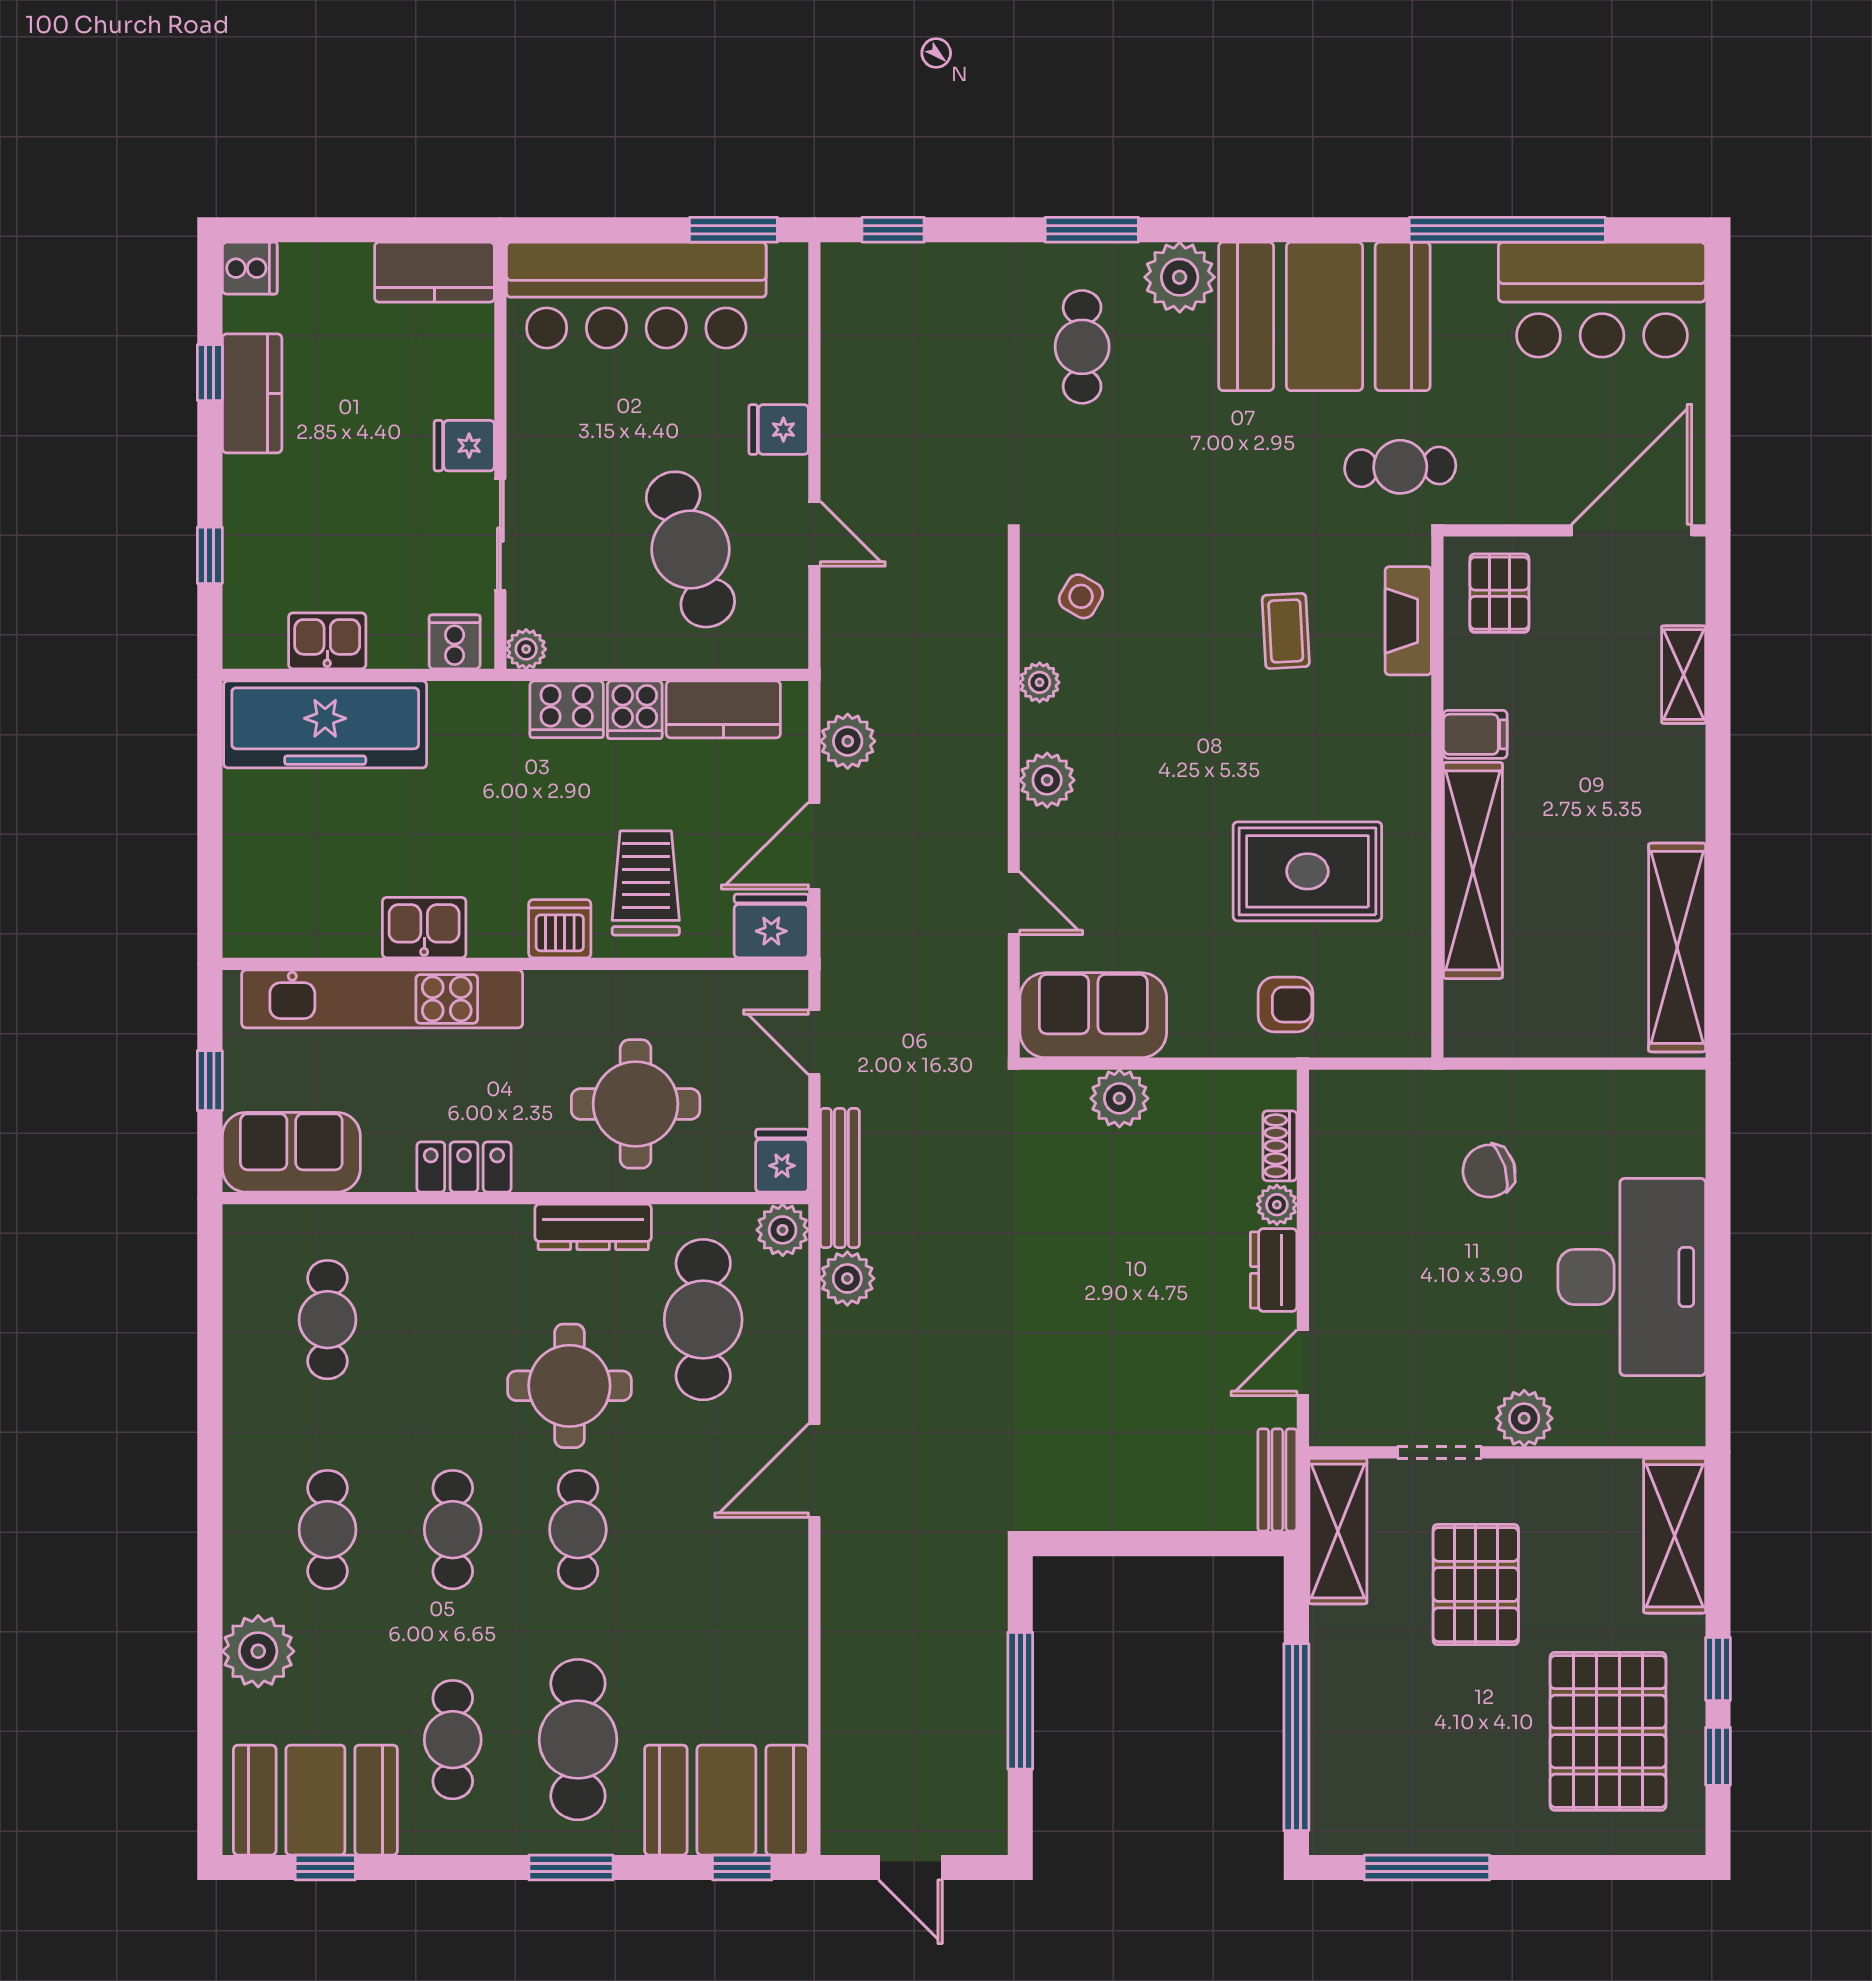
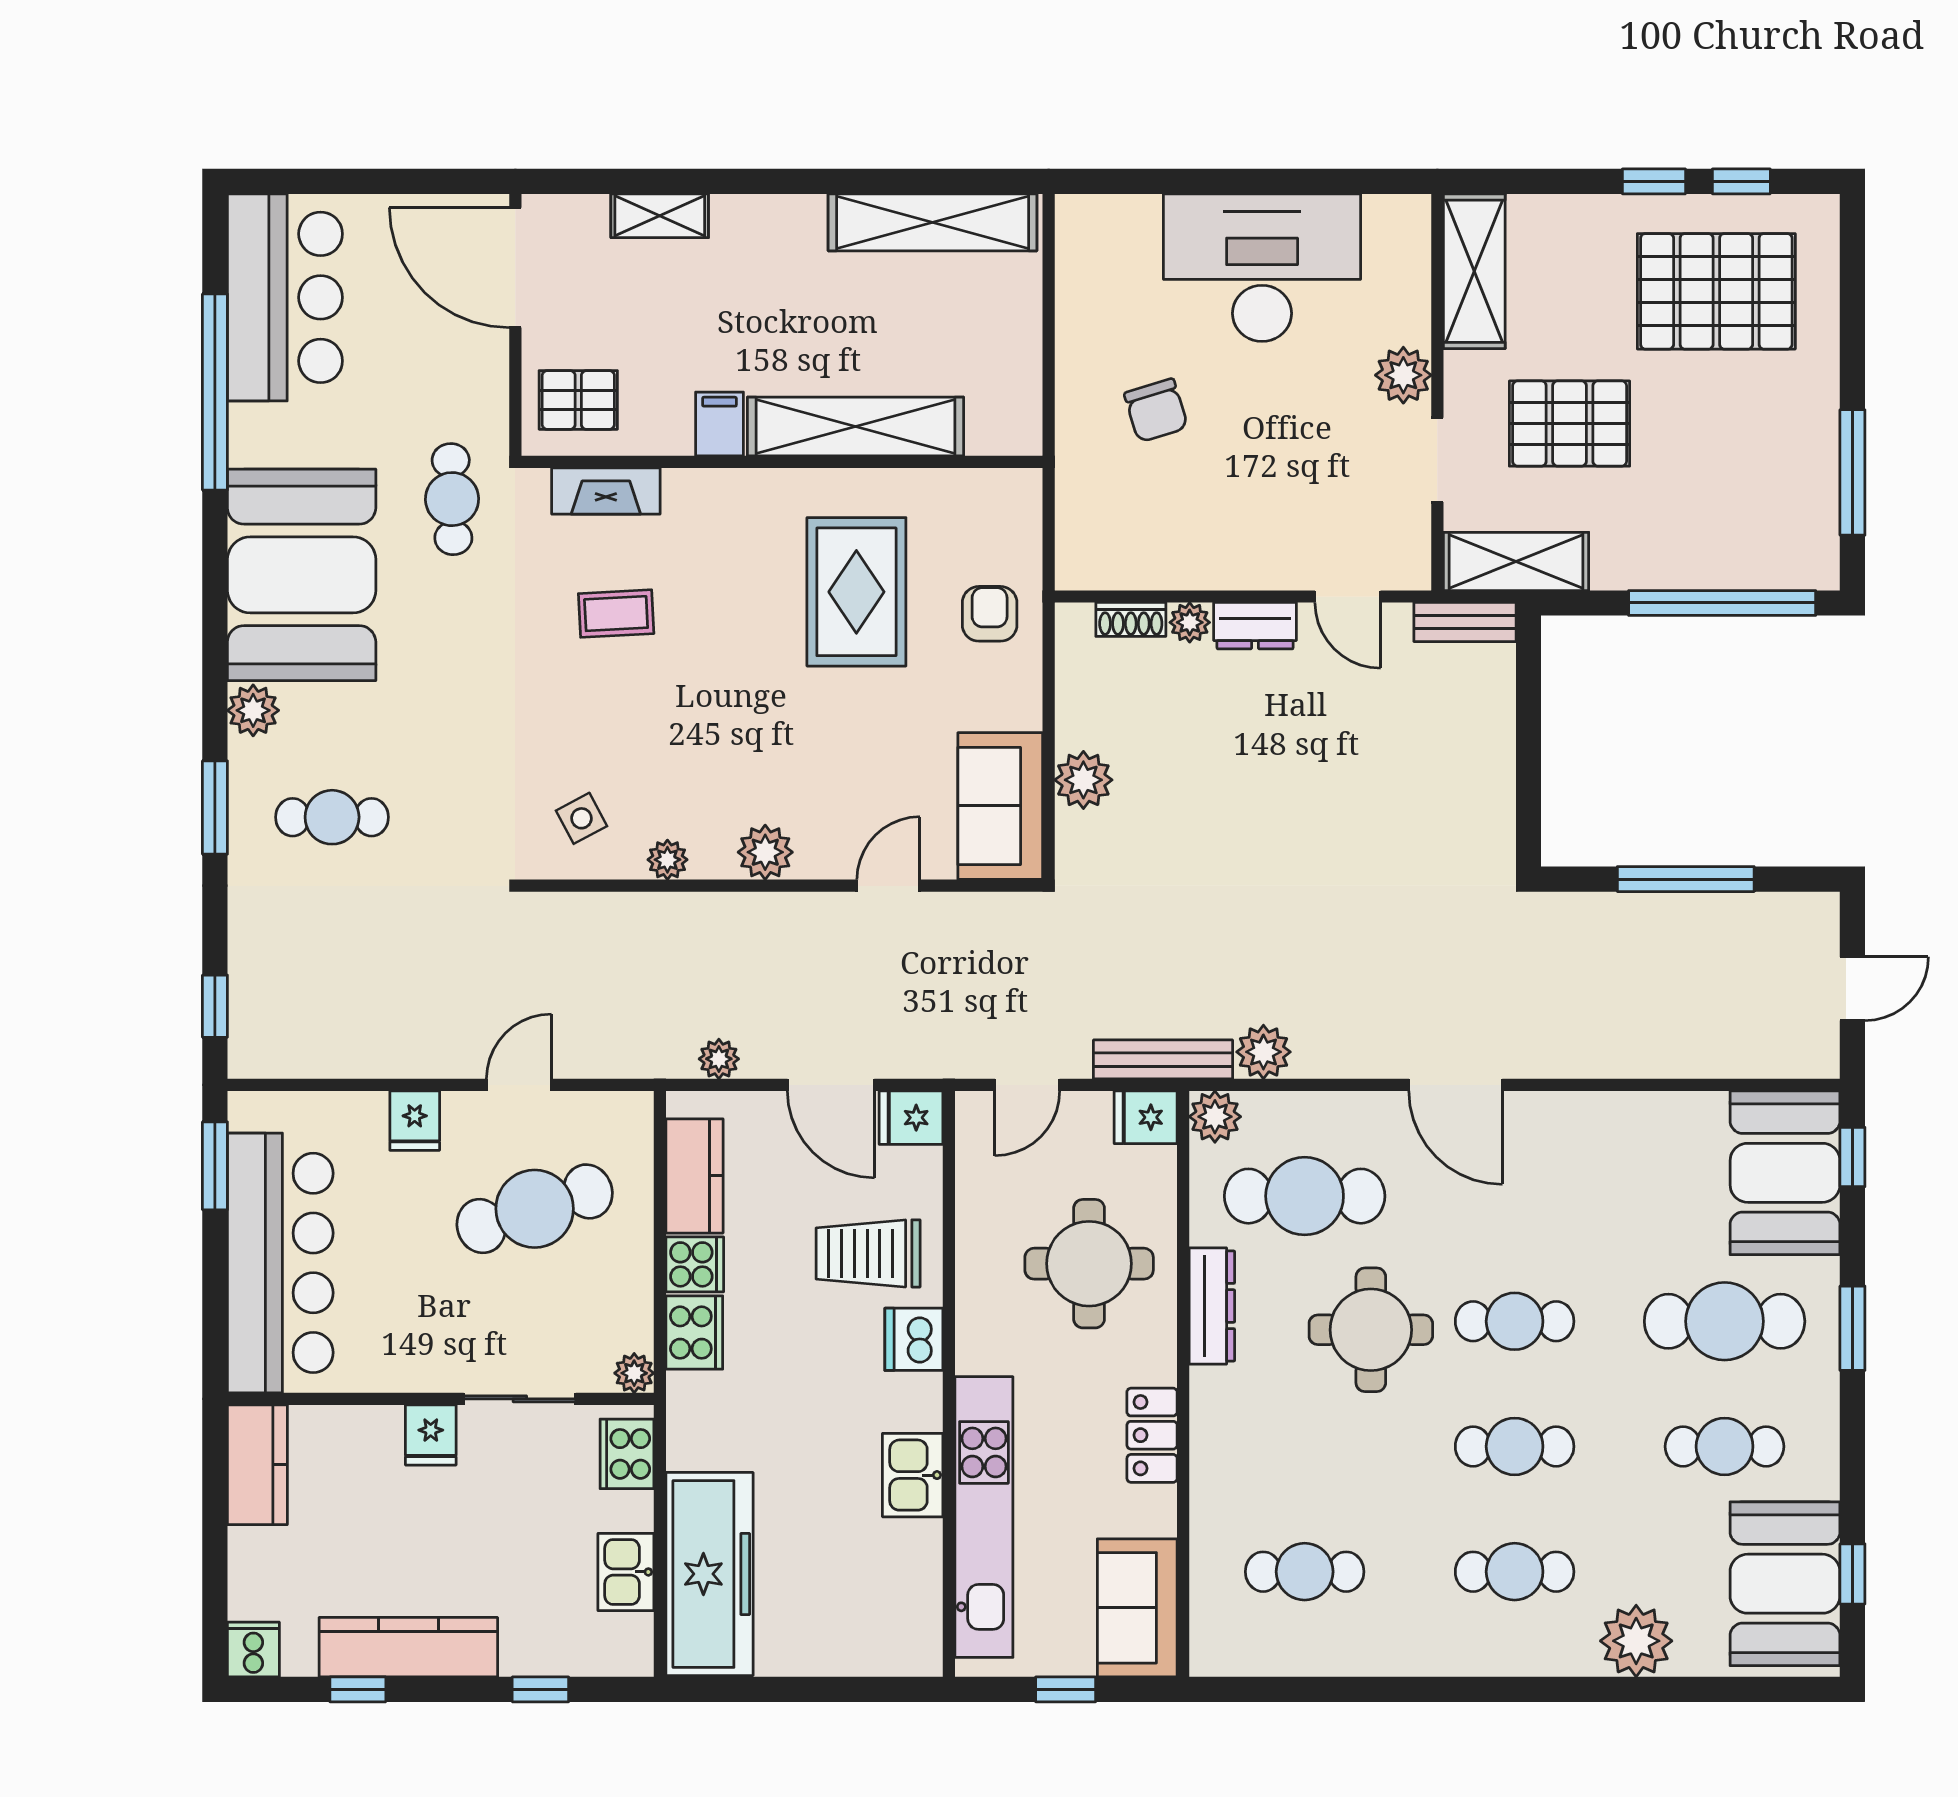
plant: (1180, 277) -> (253, 710), width x0.73, depth x0.73
kitchen counter: (252, 393) -> (408, 1647), width x1.50
side table: (1081, 596) -> (581, 818), turned 32
cooker: (455, 642) -> (627, 1454), width x1.36
plant: (848, 741) -> (719, 1059), width x0.73, depth x0.73
fridge: (771, 926) -> (911, 1118), width x0.72
shelving: (1675, 1536) -> (1474, 271), moved, turned 90

